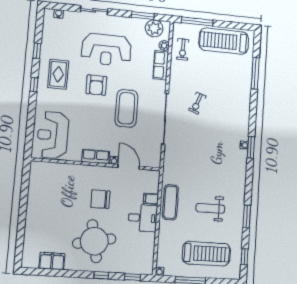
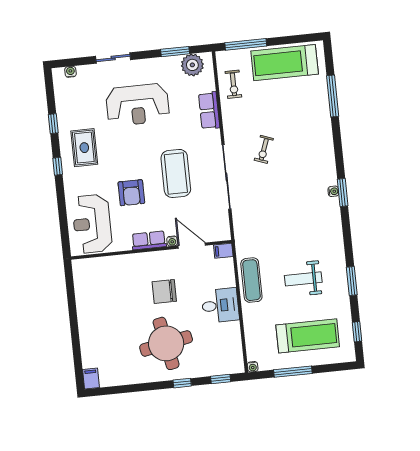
plant: (164, 46) -> (209, 84), removed
armchair: (96, 85) -> (131, 193), moved
filing cabinet: (151, 199) -> (223, 251), moved
filing cabinet: (52, 261) -> (91, 379), moved, width x0.50

